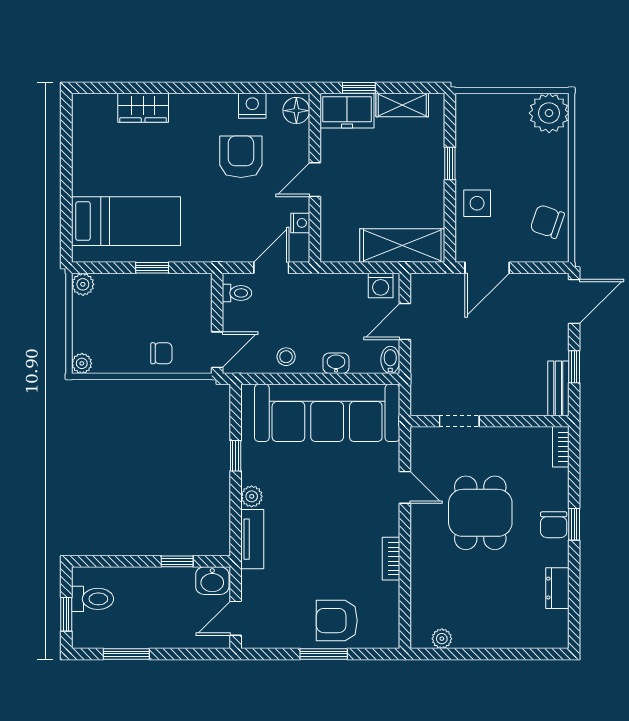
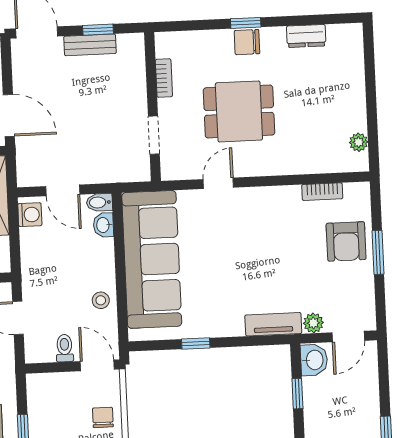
toilet: (237, 293) -> (65, 348), moved
washbasin: (336, 363) -> (103, 225), moved
bench: (558, 388) -> (90, 45), moved
bookcase: (561, 447) -> (164, 78), moved, turned -90
plant: (252, 496) -> (313, 323), moved
chair: (554, 525) -> (247, 42), turned 180
bookcase: (391, 559) -> (322, 192), moved
door: (236, 618) -> (348, 337), hinge flipped

